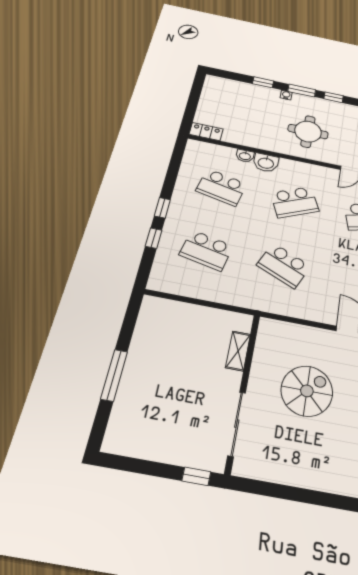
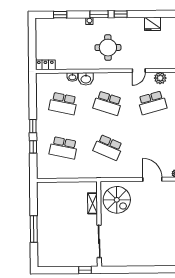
window: (263, 82) -> (60, 15), moved
school desk: (295, 202) -> (108, 103), turned 42
spiral stairs: (307, 391) -> (117, 200), moved, turned 90

